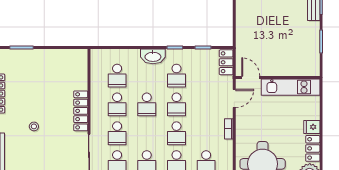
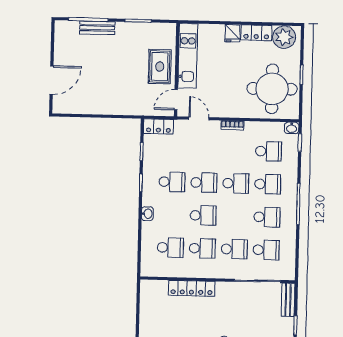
washbasin: (153, 56) -> (147, 214), width x0.52, depth x0.69
rug: (280, 62) -> (160, 67), added
locker: (81, 111) -> (192, 288), moved

